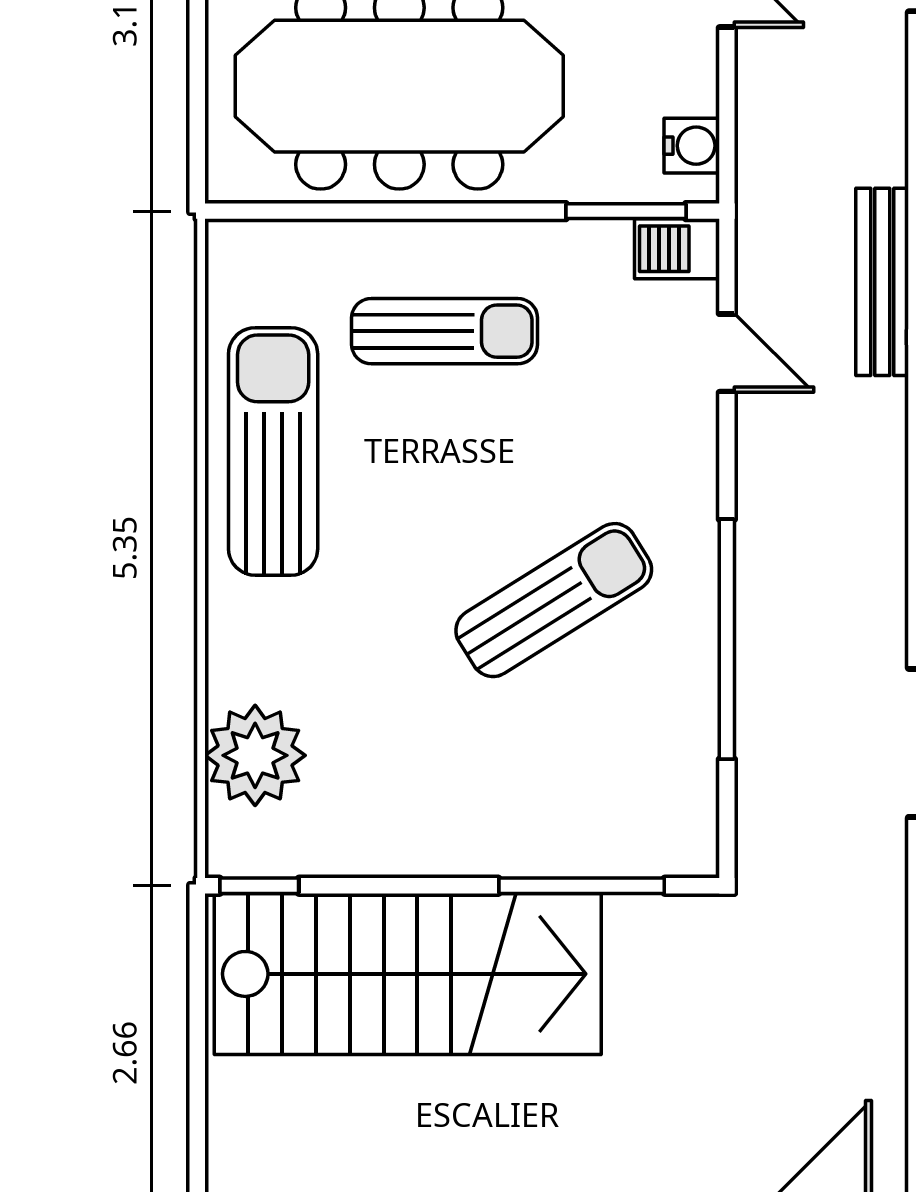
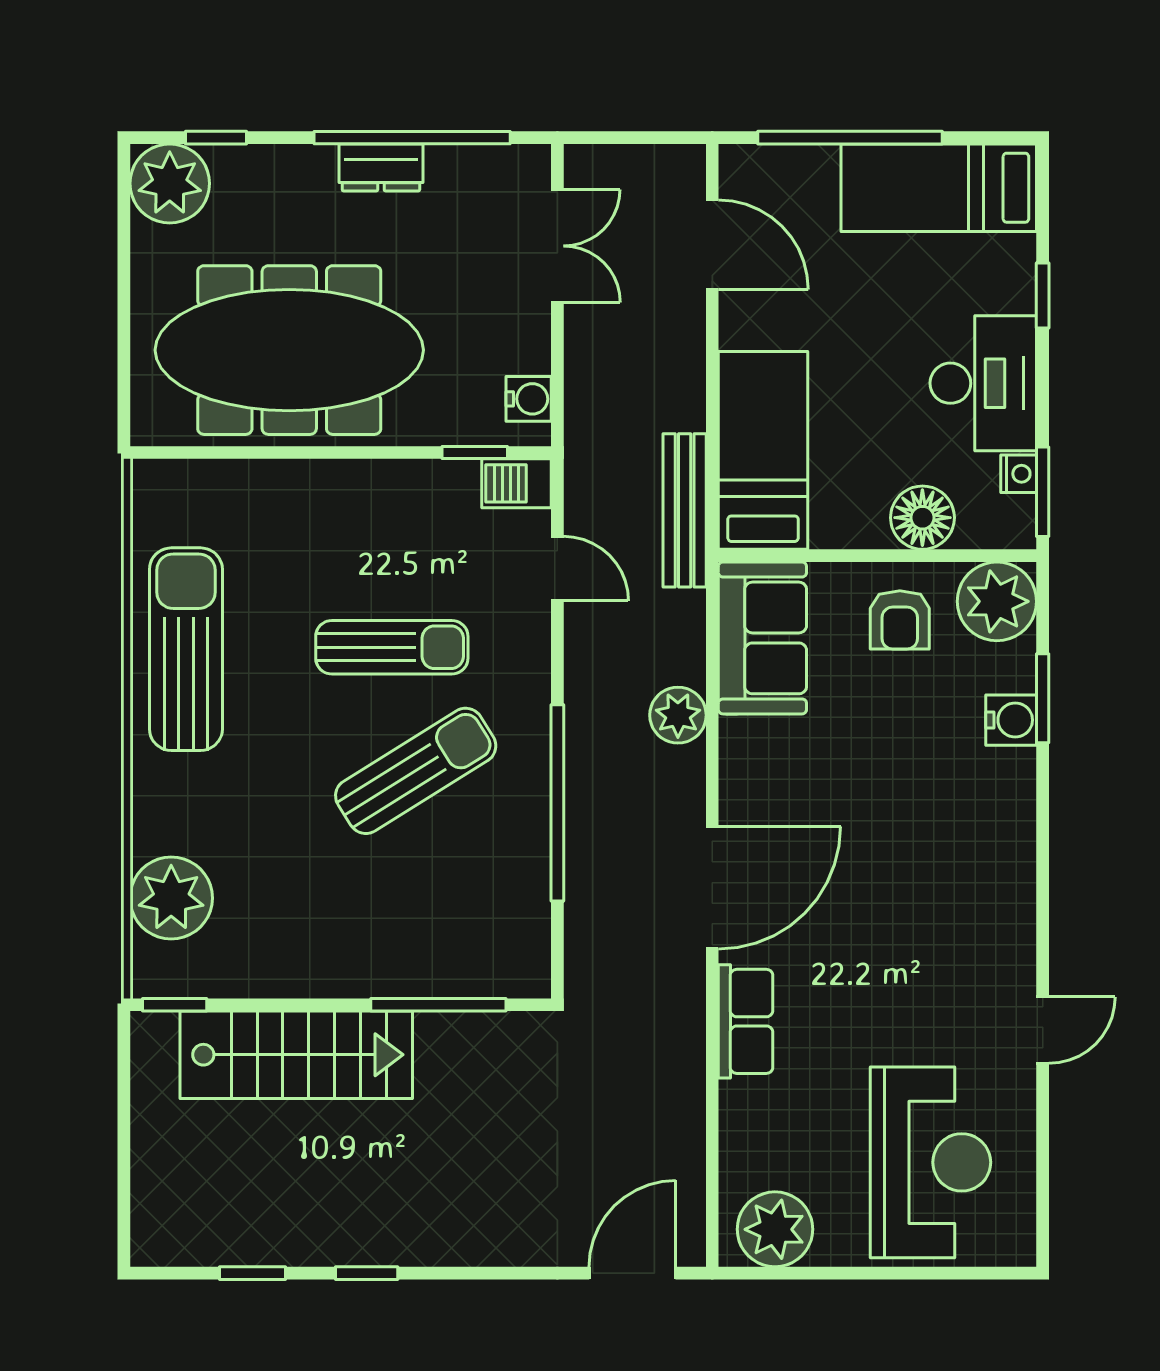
window: (626, 211) -> (475, 452), width x0.67
sun lounger: (445, 331) -> (392, 647), moved
plant: (874, 532) -> (678, 715), added
stairs: (408, 974) -> (296, 1055), width x0.73, depth x0.66

